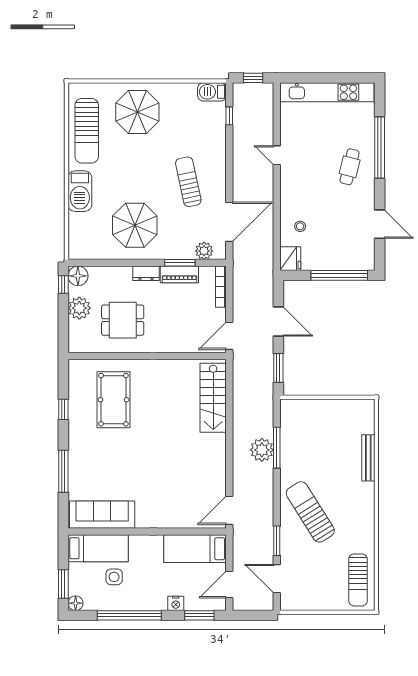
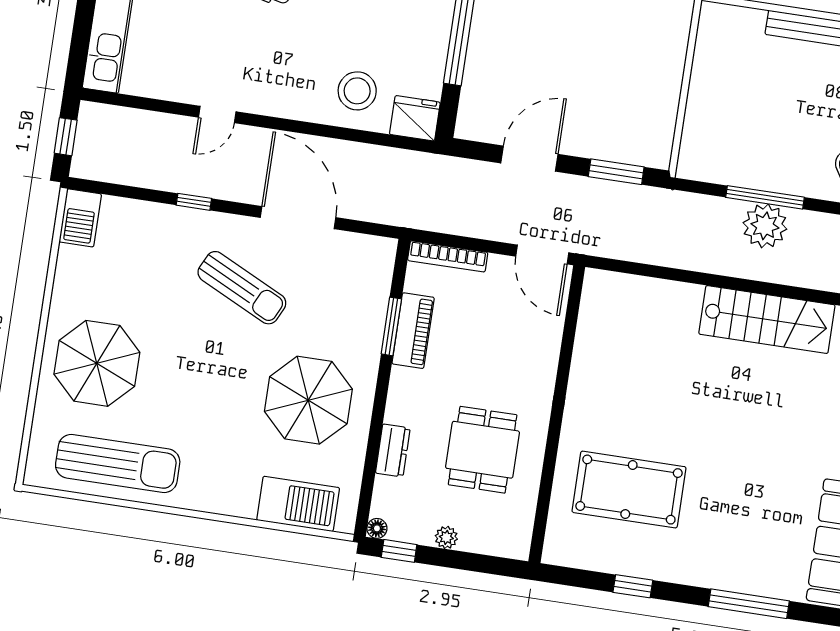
window: (229, 116) -> (194, 202), moved
sun lounger: (188, 182) -> (242, 288), turned -142
barbecue: (80, 191) -> (298, 504), moved
door: (229, 222) -> (298, 218), moved
stool: (300, 226) -> (357, 91), width x1.89, depth x1.89
plant: (204, 251) -> (376, 278), removed
dresser: (146, 273) -> (393, 450), moved
floor lamp: (78, 276) -> (377, 528), width x0.53, depth x0.53
plant: (79, 308) -> (446, 537), width x0.53, depth x0.53
stairs: (213, 398) -> (767, 319), moved

